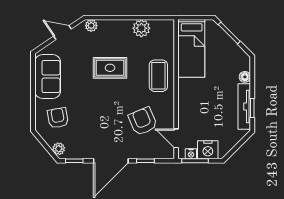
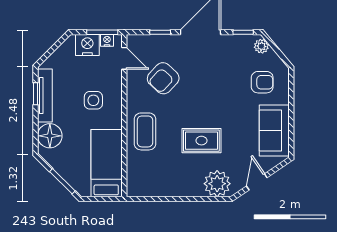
plant: (91, 26) -> (217, 184), width x1.87, depth x1.87
plant: (141, 28) -> (165, 187), removed
door: (63, 33) -> (257, 182), swing flipped
floor lamp: (245, 77) -> (50, 136), width x1.89, depth x1.89
side table: (203, 102) -> (93, 100), added
armchair: (58, 118) -> (262, 82), turned -80
armchair: (143, 121) -> (163, 78), turned 66

